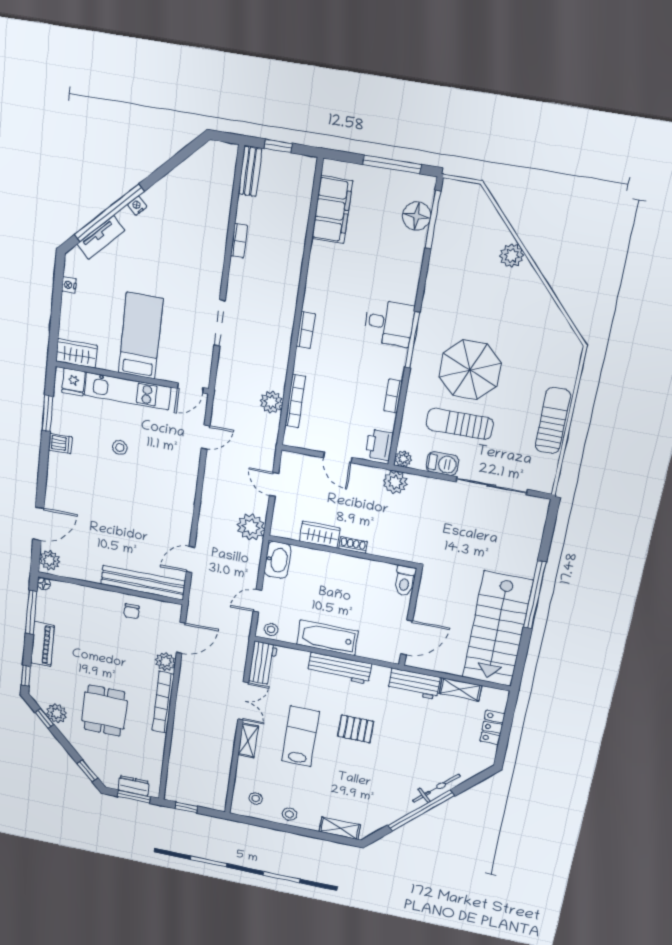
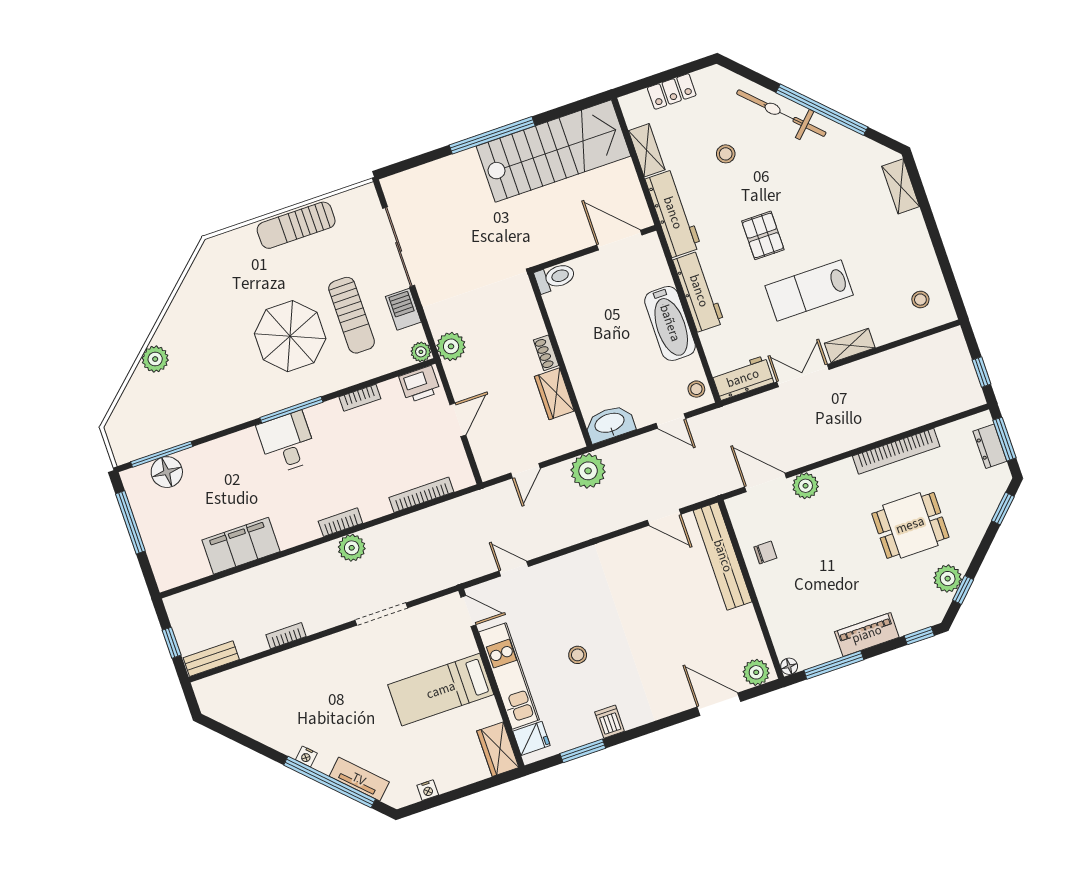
filing cabinet: (332, 210) -> (241, 546), moved
plant: (271, 402) -> (352, 548), moved
workbench: (414, 684) -> (673, 213), width x1.38
bookcase: (163, 702) -> (896, 451), moved
bicycle: (436, 788) -> (781, 113), width x1.37, depth x1.40
stool: (289, 814) -> (726, 154), moved

